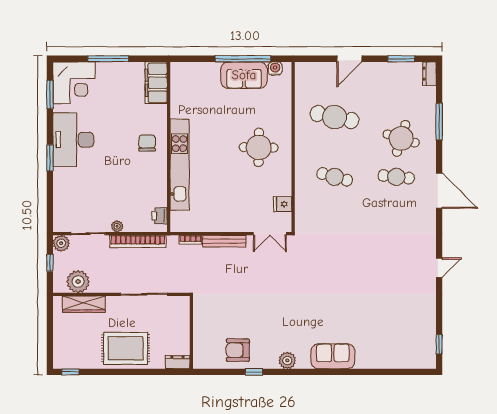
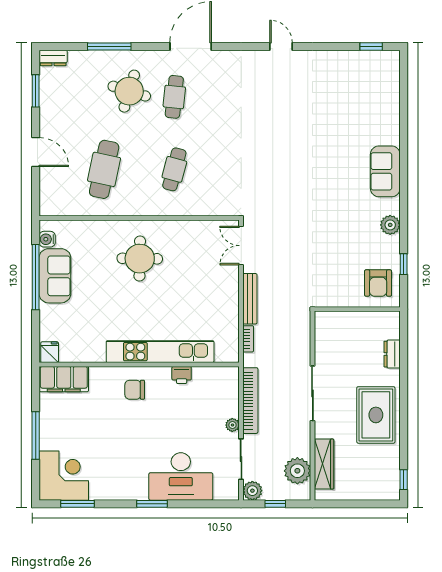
desk: (73, 140) -> (181, 476), moved
fridge: (283, 204) -> (50, 352), moved, turned 180
printer: (160, 216) -> (182, 375), moved
double door: (270, 234) -> (241, 246), swing flipped
wall: (191, 332) -> (357, 309), moved

